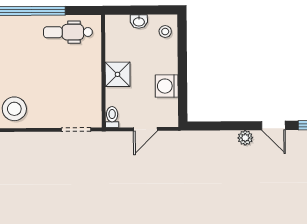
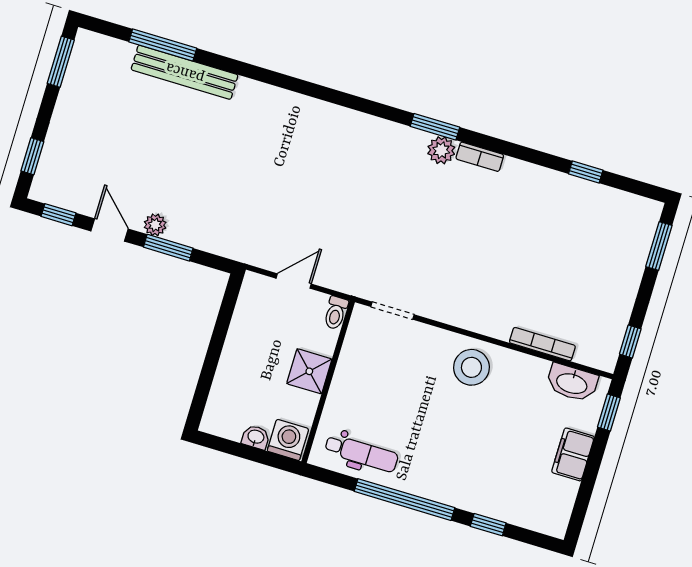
stool: (165, 32) -> (223, 411), removed
washing machine: (167, 86) -> (288, 440), moved, turned -90
window: (232, 126) -> (168, 248), added

